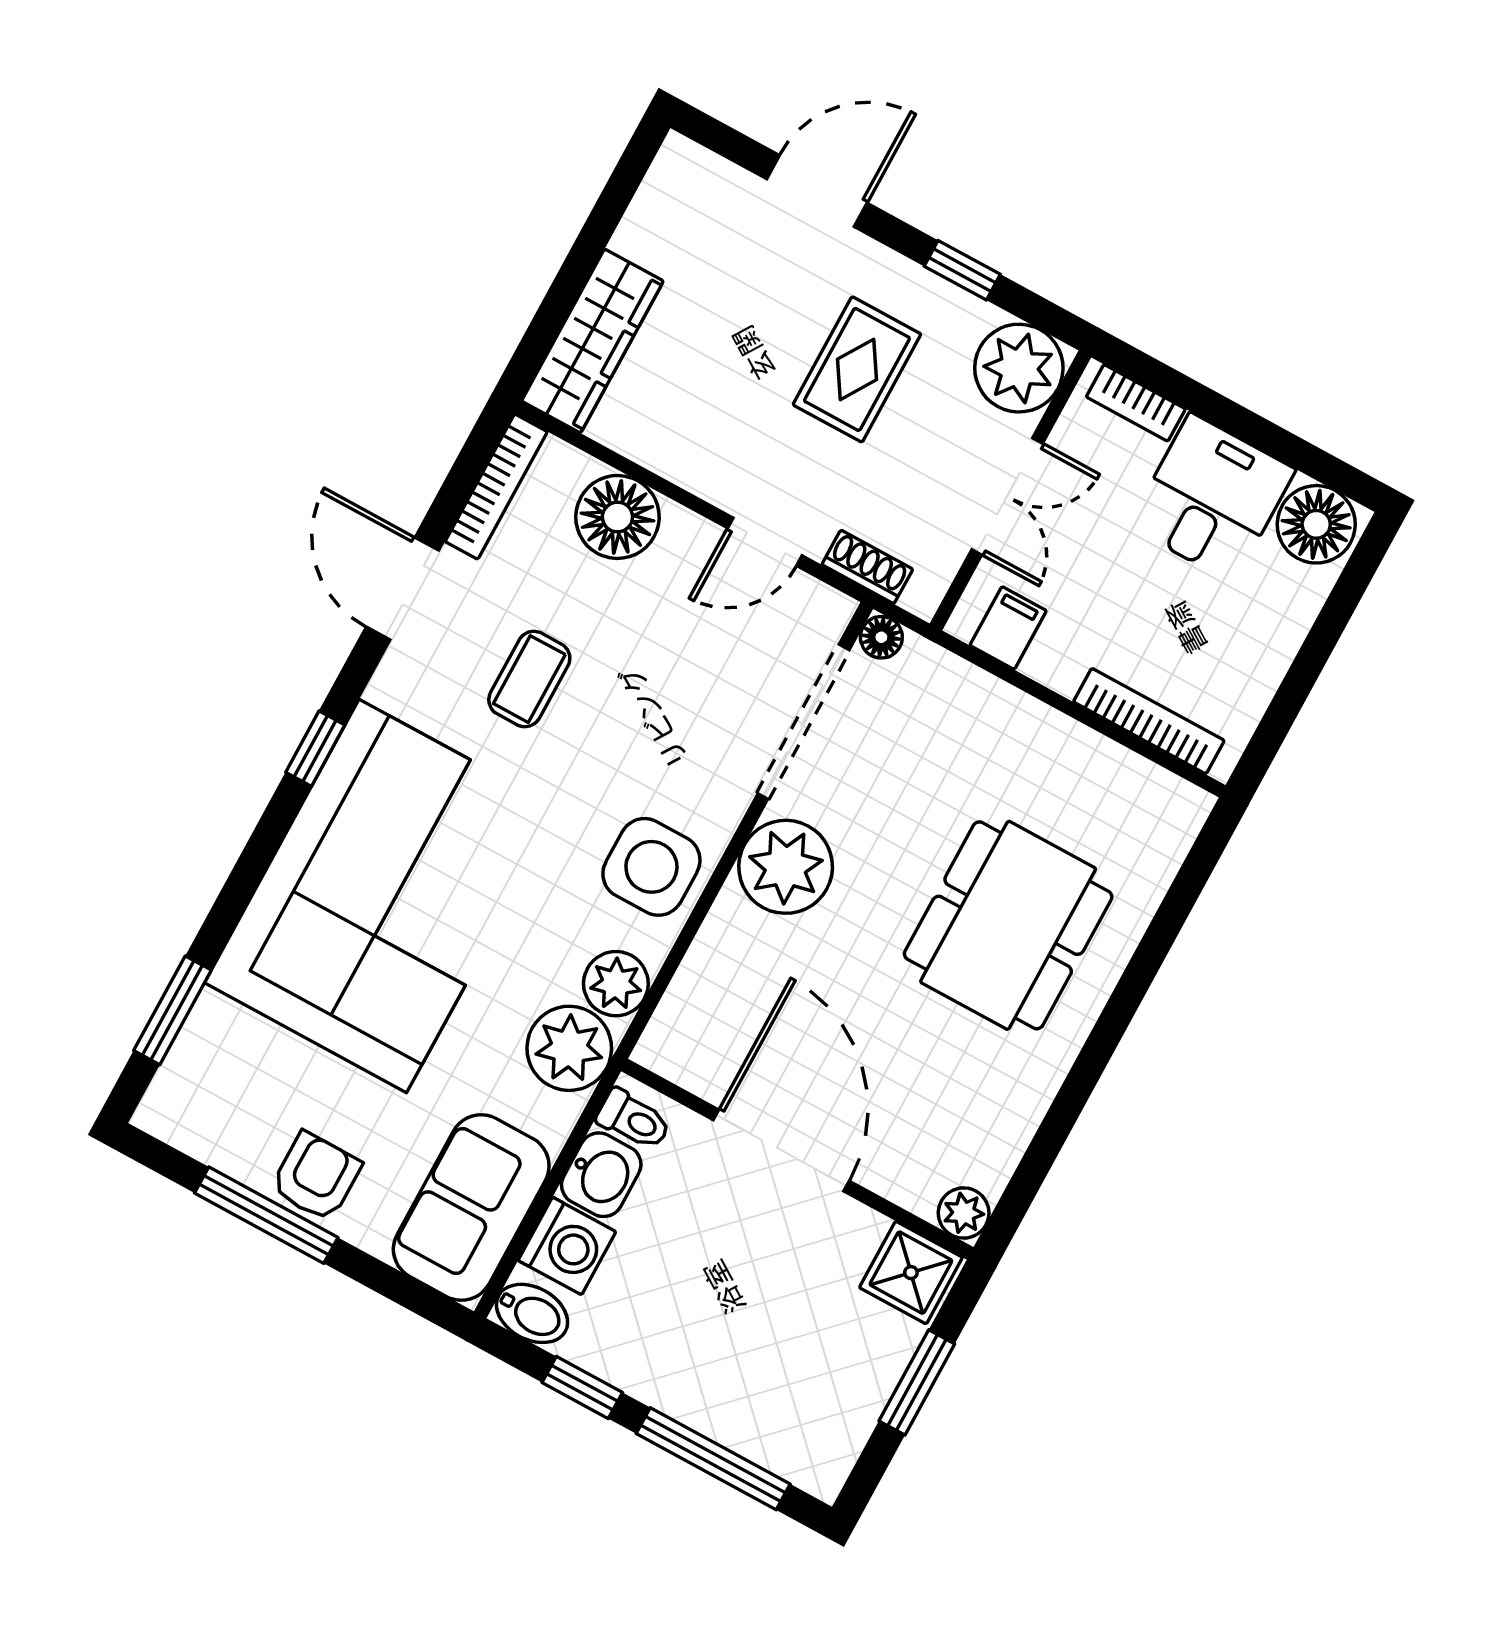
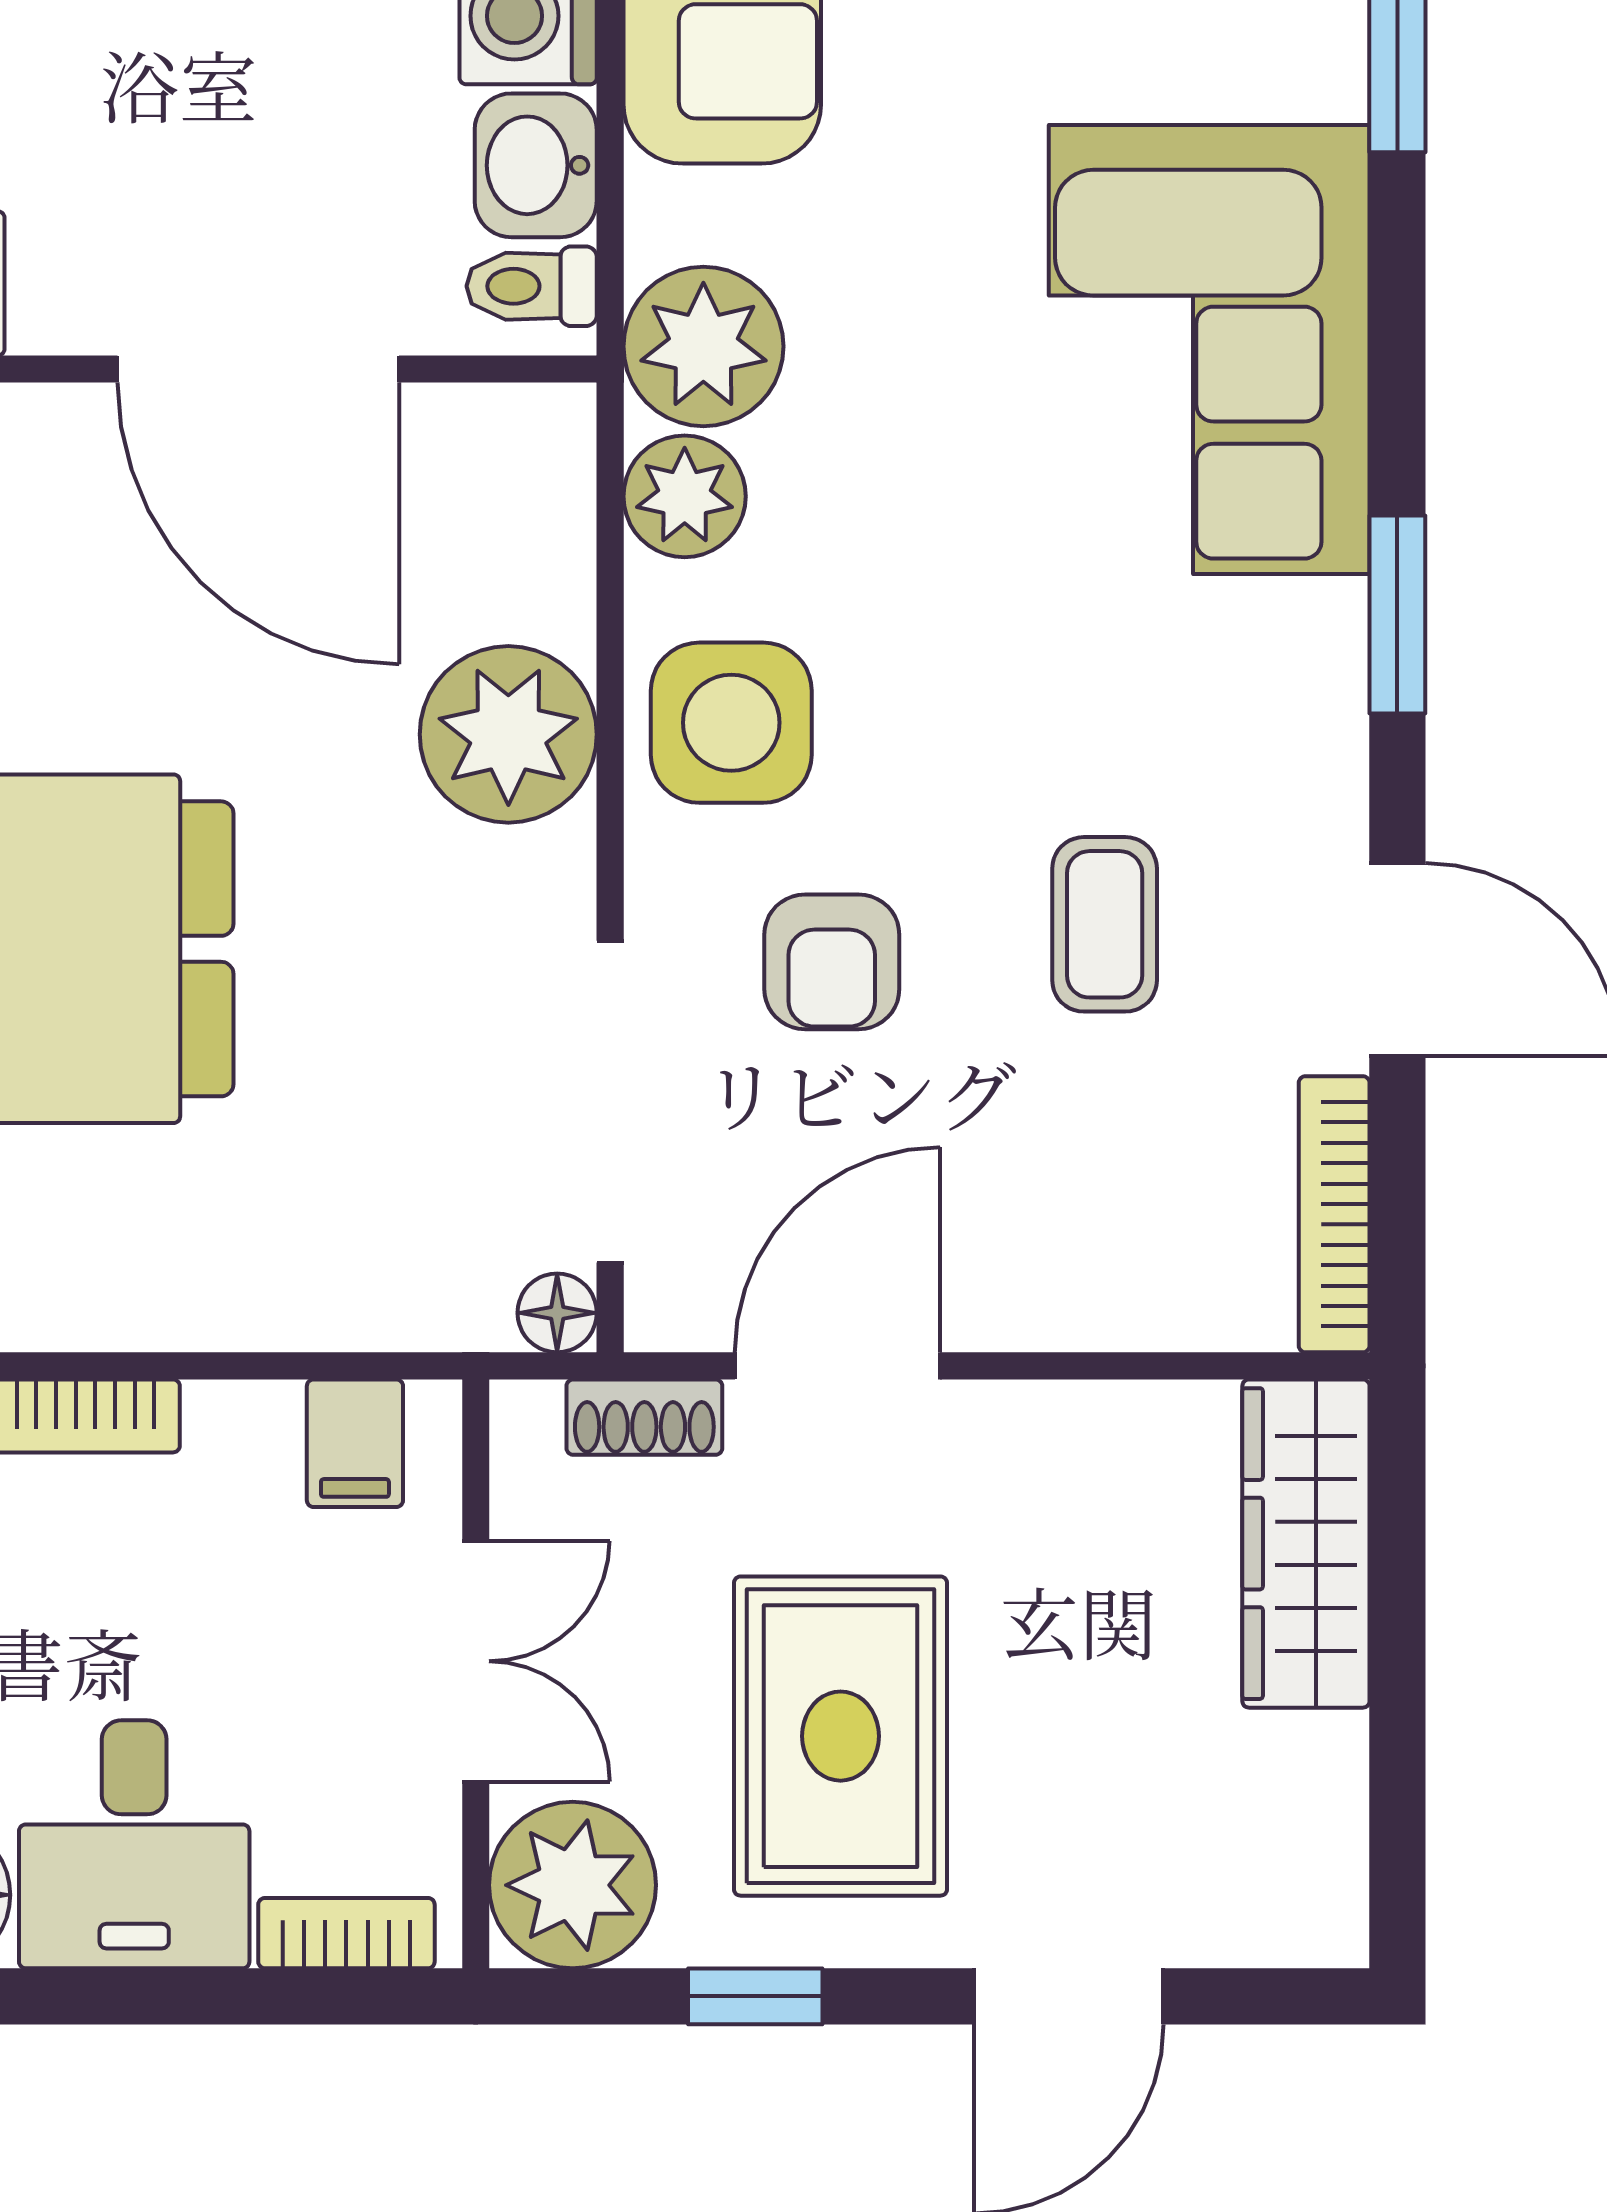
rug: (857, 369) -> (841, 1736), width x1.36, depth x1.43
double door: (1007, 496) -> (476, 1661), swing flipped
floor lamp: (617, 517) -> (1105, 1274), removed
door: (765, 542) -> (838, 1366), width x1.38
armchair: (665, 731) -> (832, 962), added
window: (315, 749) -> (1397, 614), width x1.50
plant: (786, 867) -> (508, 734), moved
corner sofa: (383, 896) -> (1209, 349), width x0.73, depth x0.74

